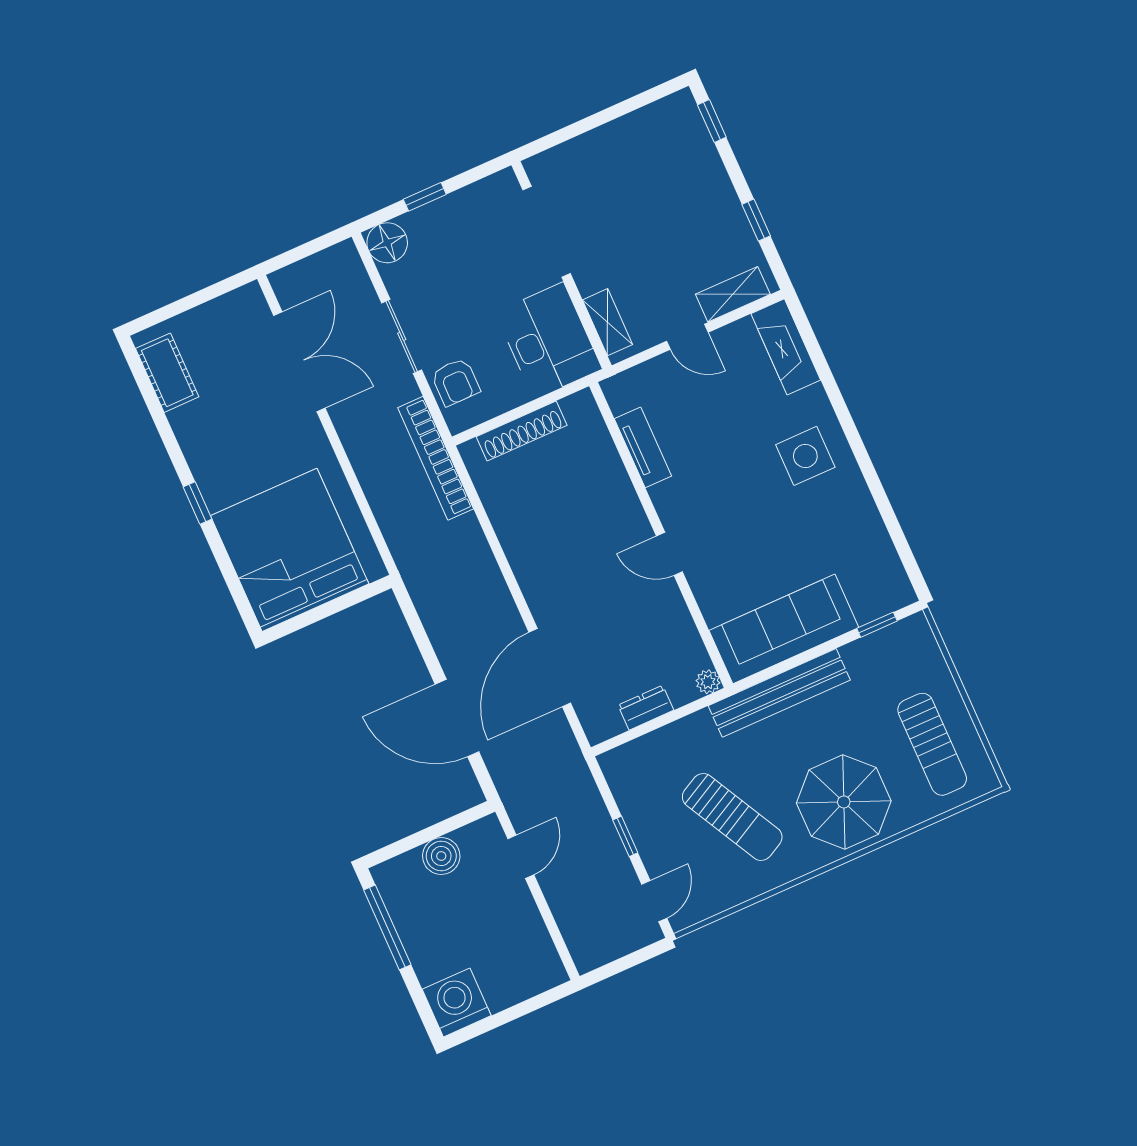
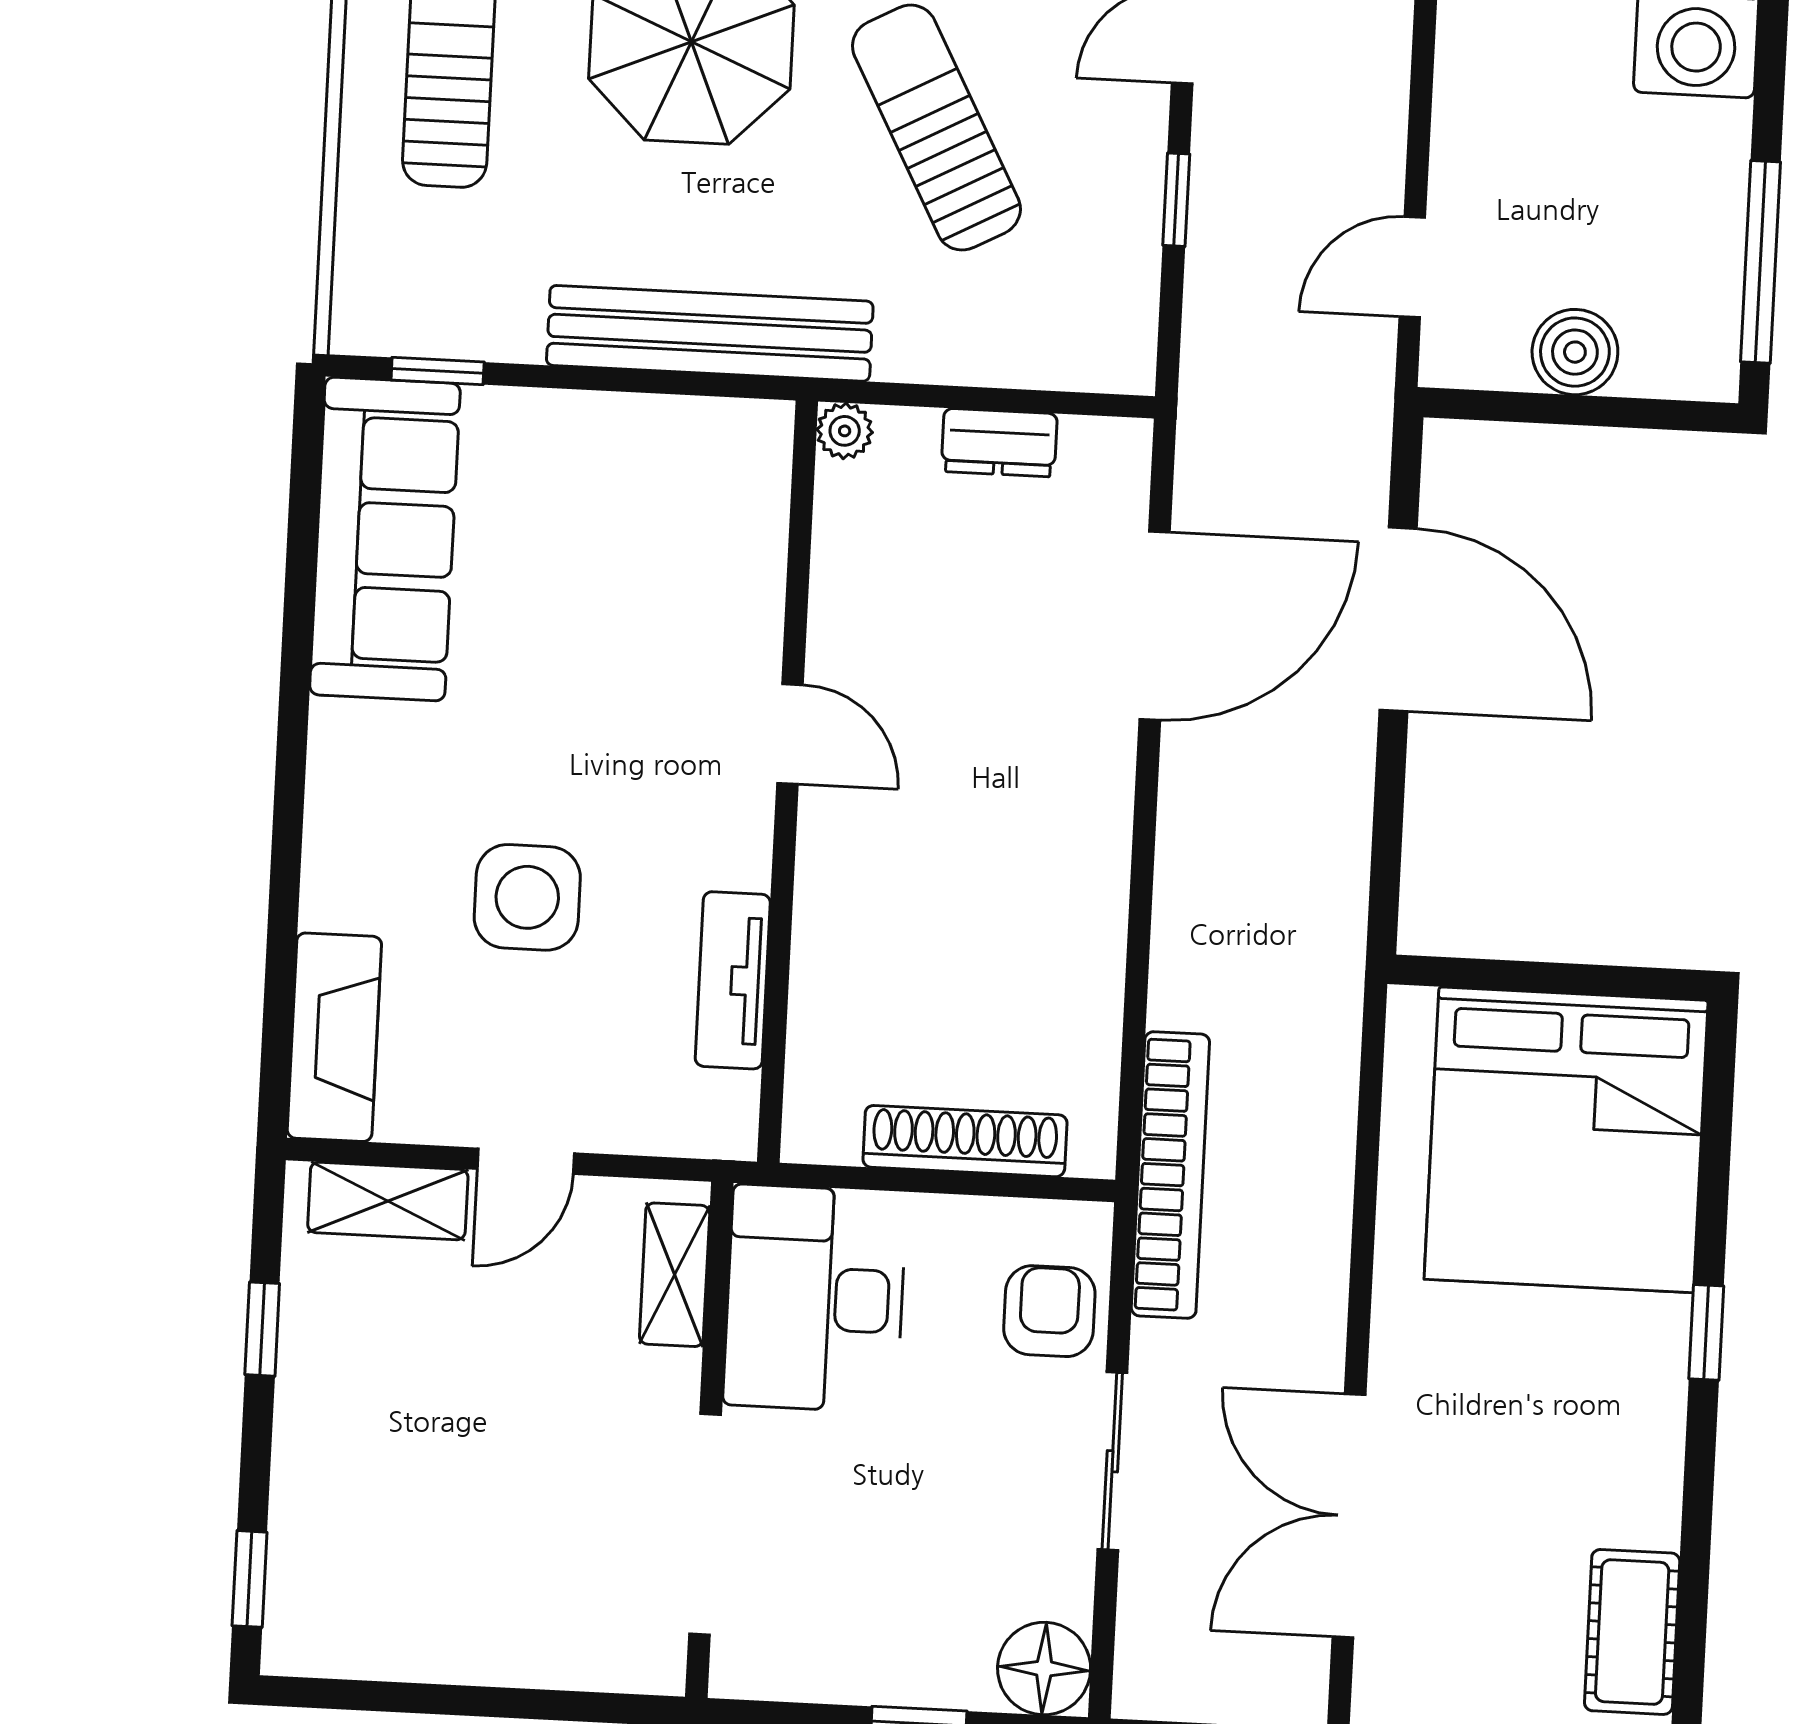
door: (687, 337) -> (526, 1161), swing flipped
side table: (805, 456) -> (527, 897), moved
sofa: (784, 629) -> (385, 539), moved, turned -90

